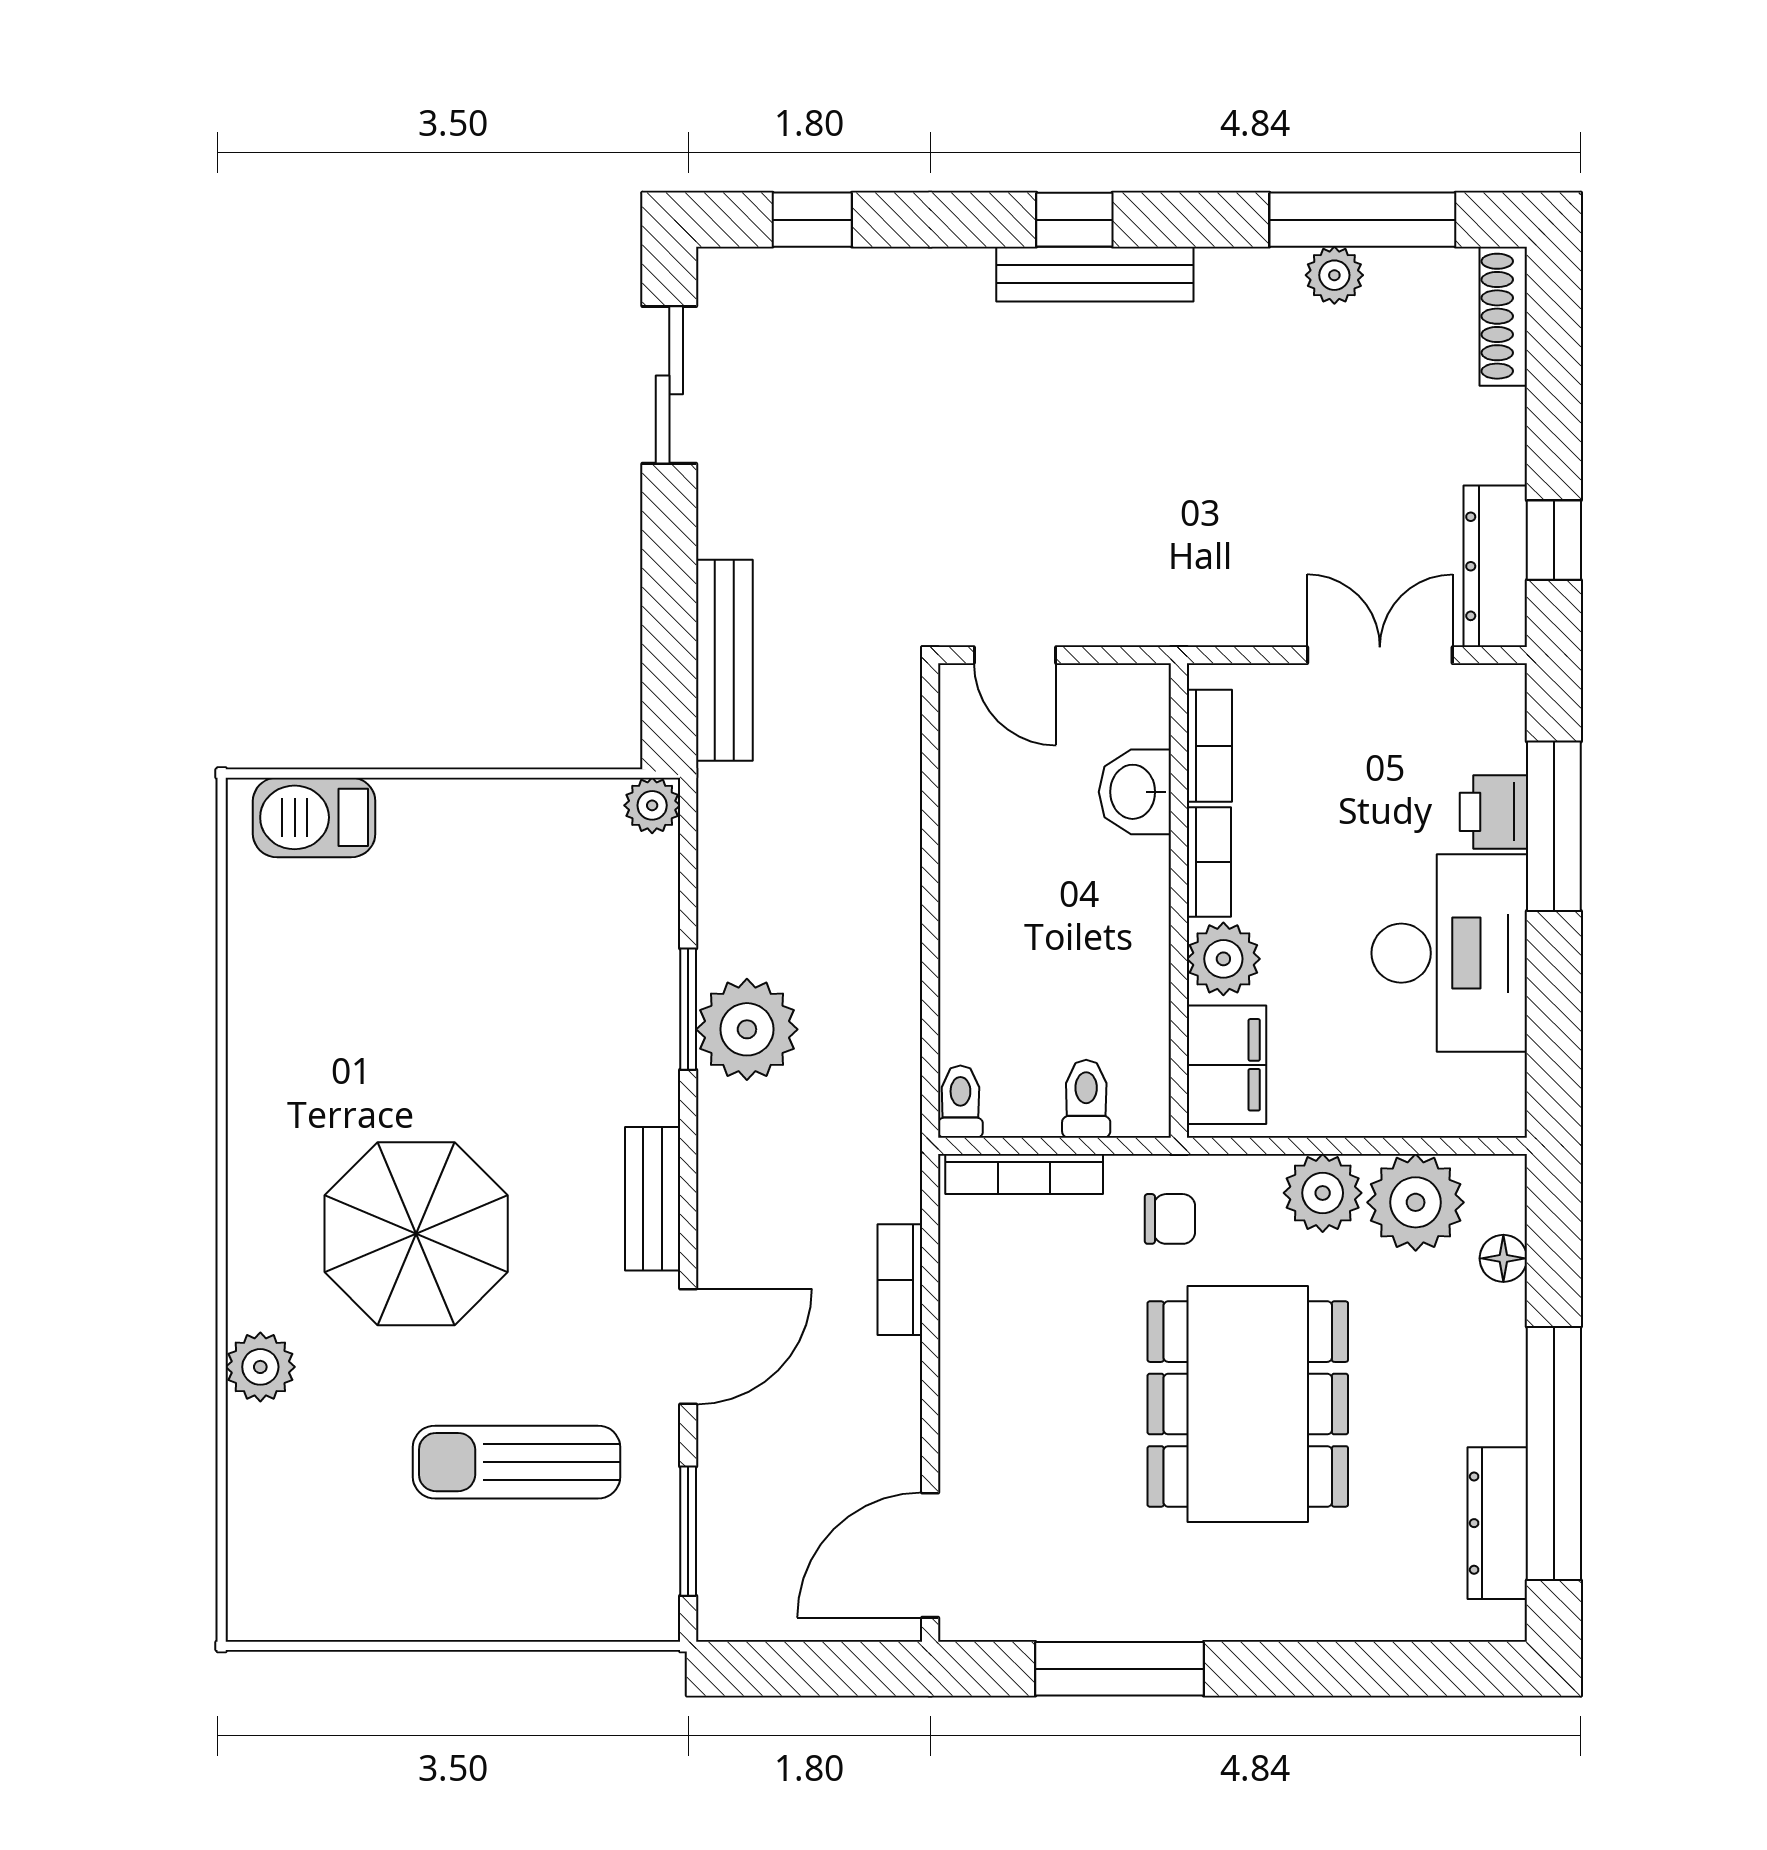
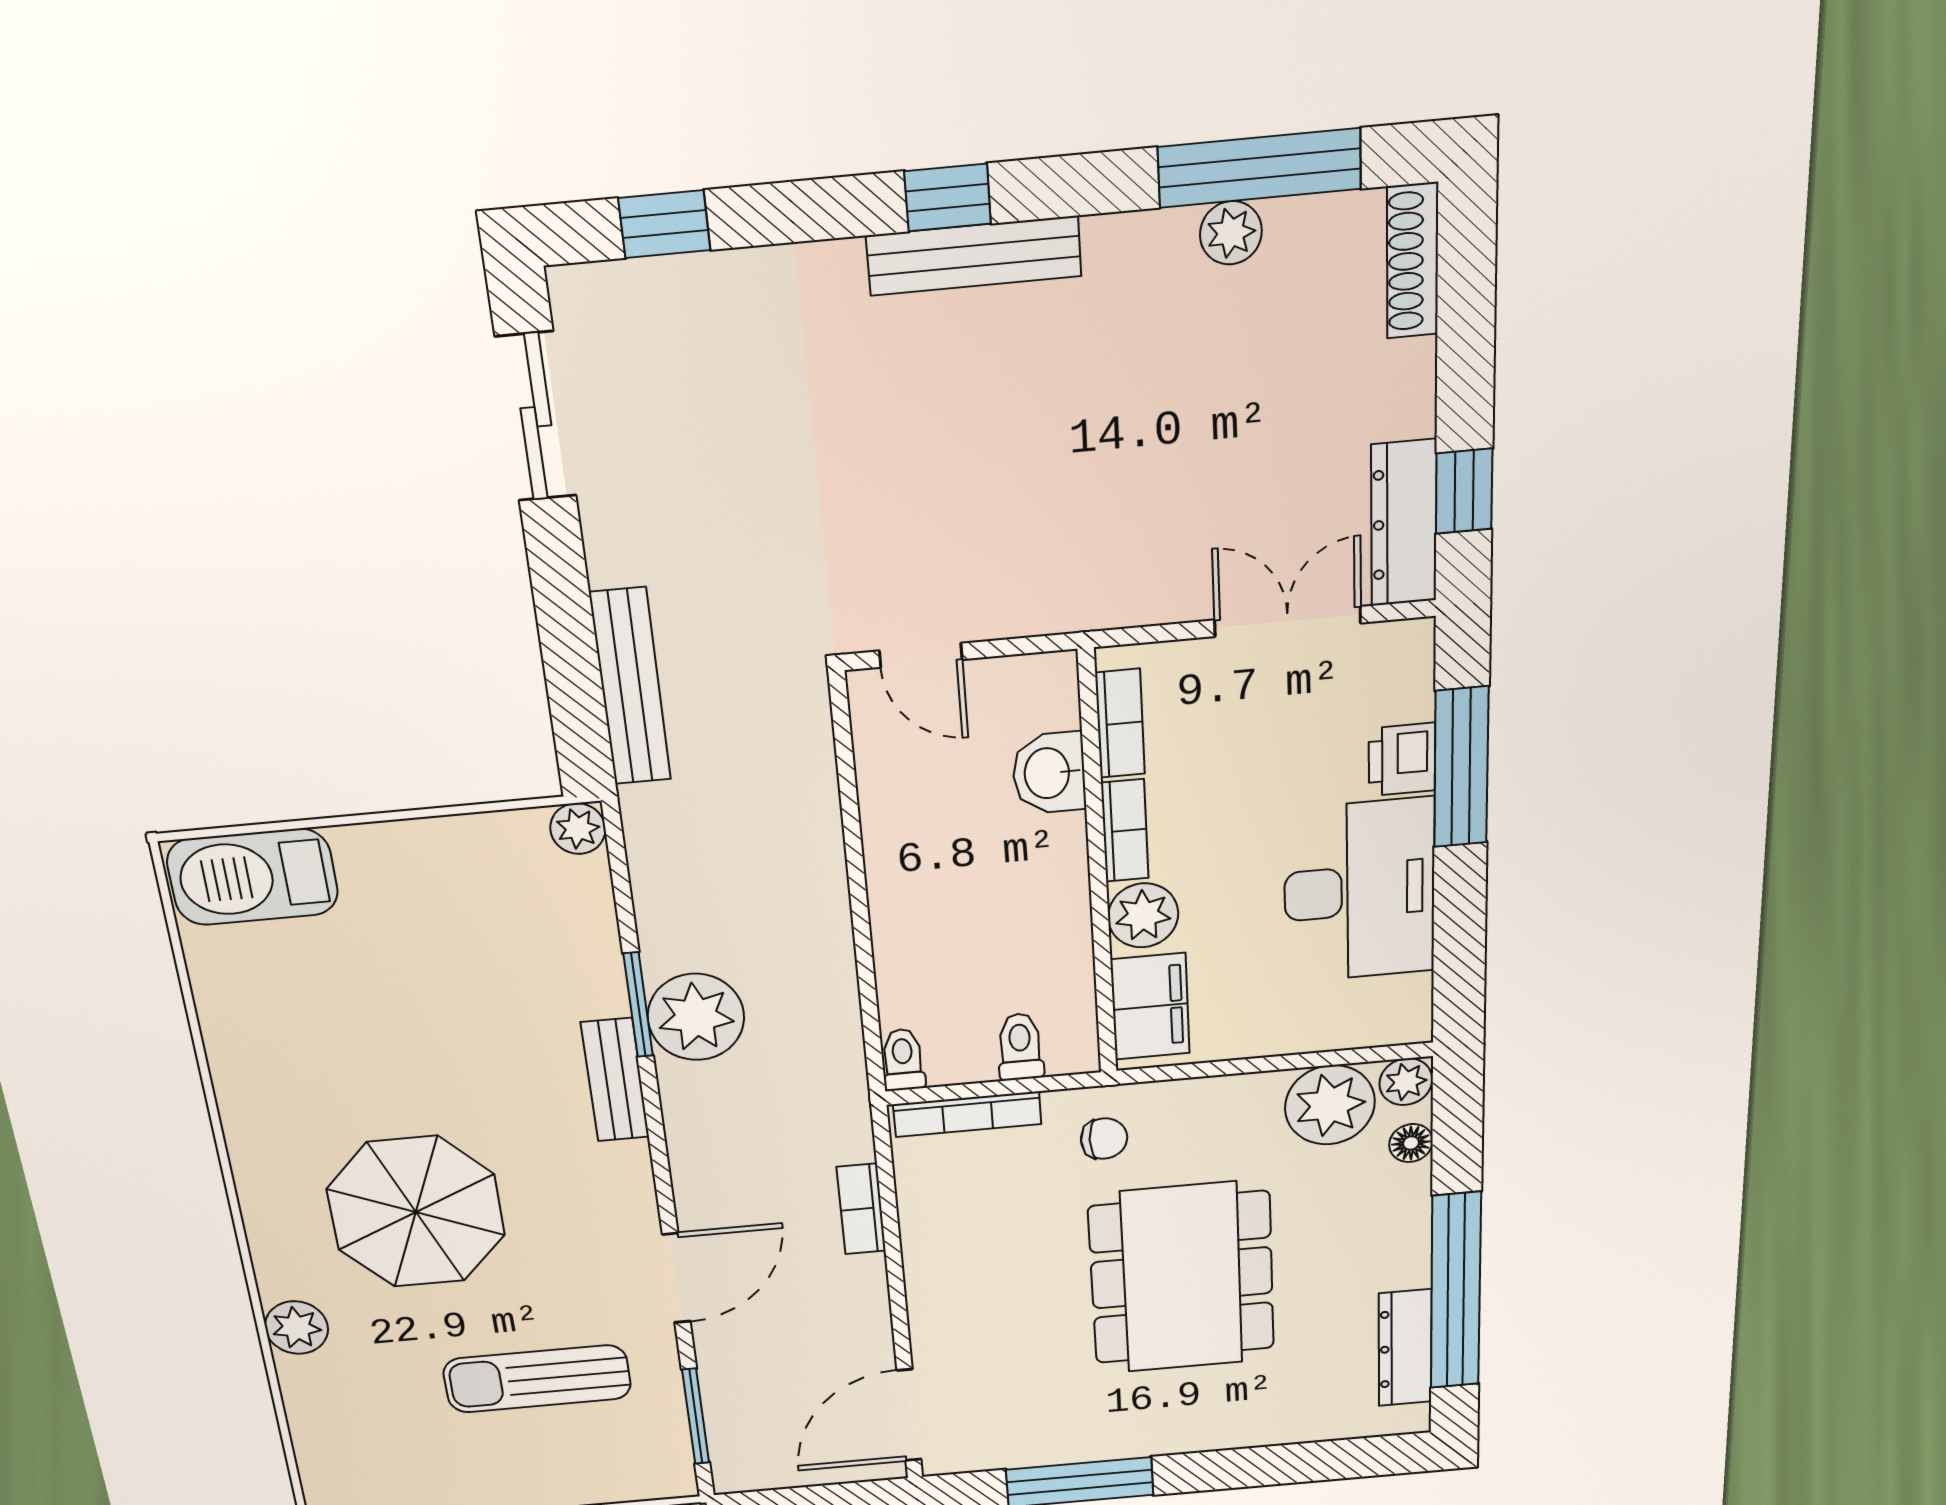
barbecue: (314, 817) -> (253, 877), width x1.37, depth x1.21
plant: (1323, 1193) -> (1406, 1082), moved, width x0.73, depth x0.73
bench: (653, 1199) -> (615, 1080), moved

